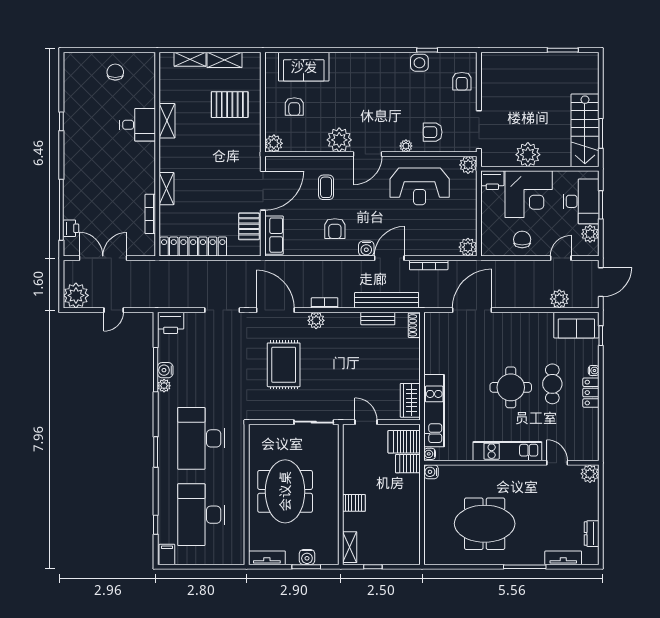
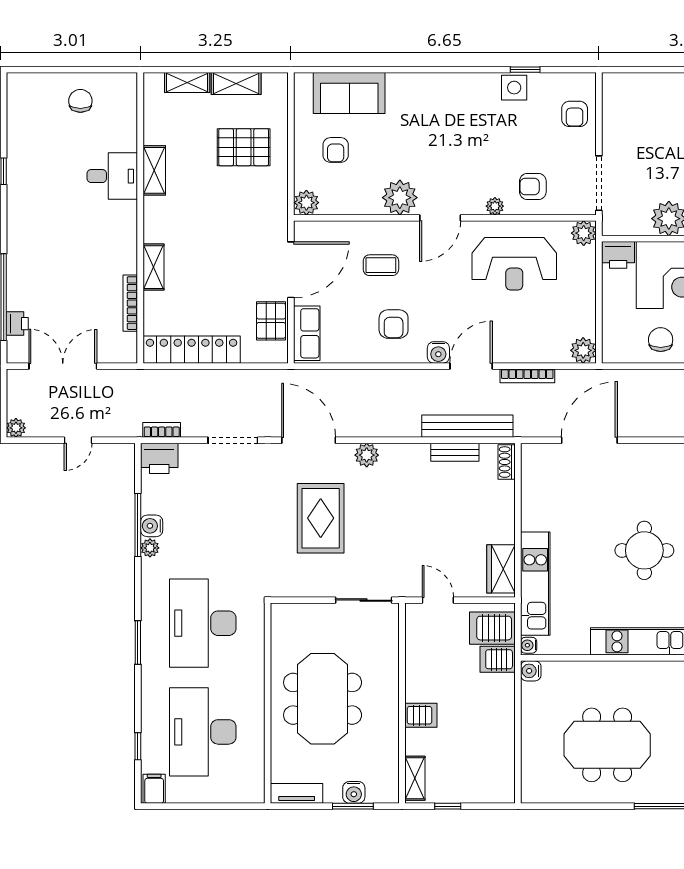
coffee table: (326, 187) -> (381, 265), turned 90
plant: (76, 295) -> (16, 428), width x0.53, depth x0.53
bookcase: (325, 303) -> (162, 430), moved

